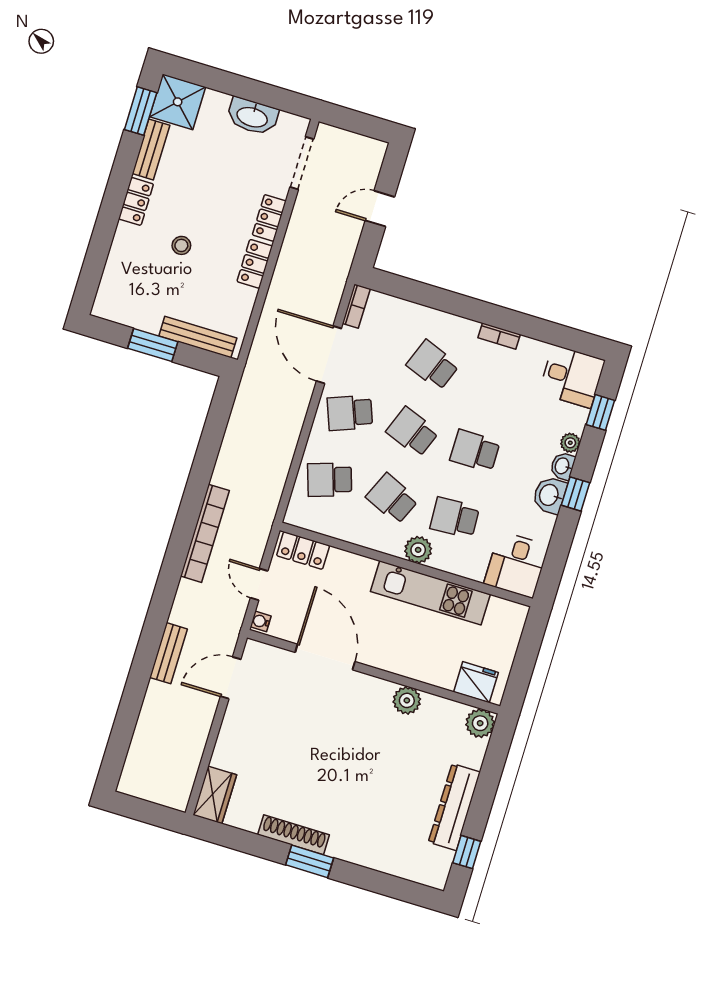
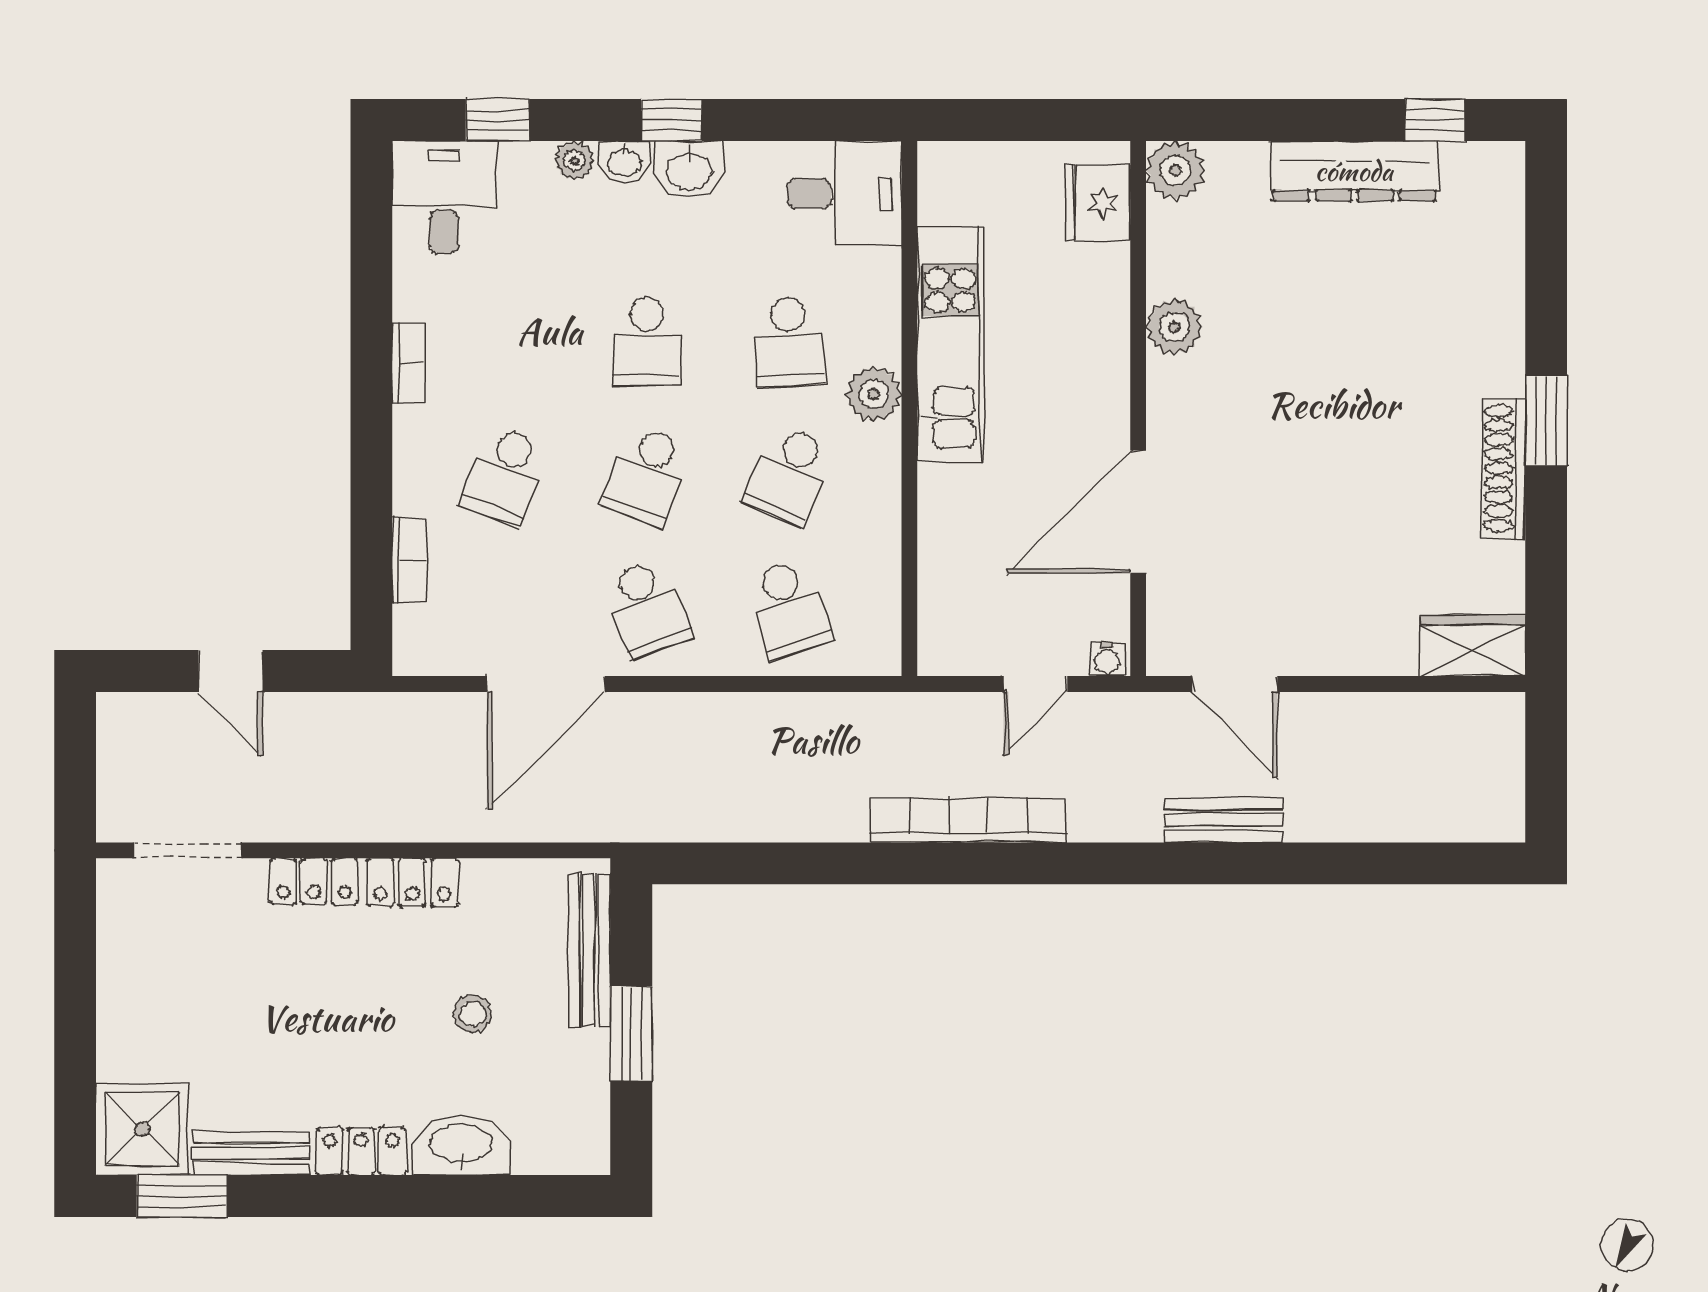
washbasin: (252, 116) -> (461, 1145), moved, turned -90
stool: (181, 245) -> (473, 1014), moved
bookcase: (356, 306) -> (409, 560), moved, turned 90
locker: (303, 551) -> (943, 618), removed

